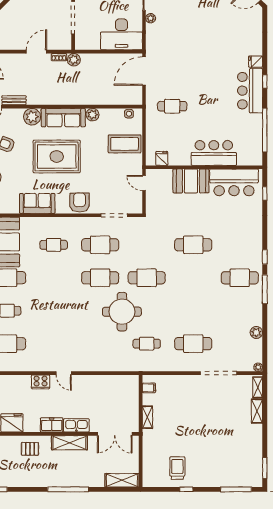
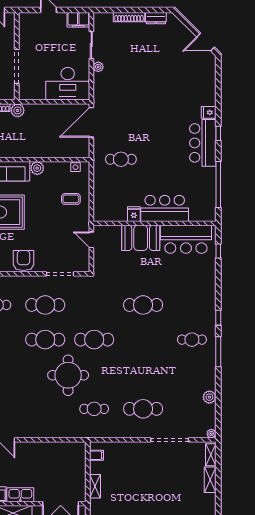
coffee table: (125, 144) -> (71, 199), width x0.54, depth x0.58
fridge: (162, 158) -> (134, 214), moved
cafe table: (240, 278) -> (192, 340), width x0.73, depth x0.74

